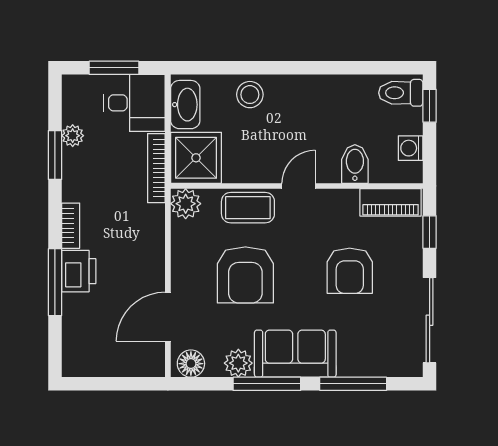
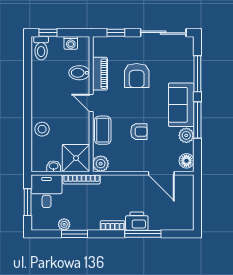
washbasin: (185, 105) -> (54, 166), width x0.52, depth x0.69
piano: (391, 202) -> (100, 74), moved
armchair: (350, 271) -> (137, 76), turned 90
armchair: (245, 275) -> (139, 132), width x0.53, depth x0.53

